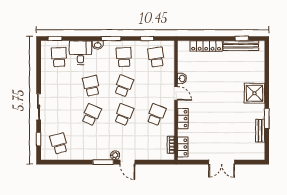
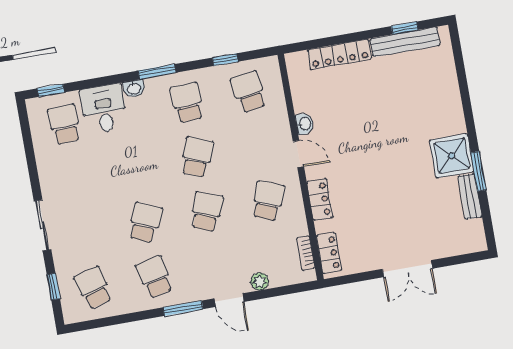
school desk: (91, 86) -> (155, 277), moved
shower: (254, 93) -> (452, 156), moved
plant: (115, 155) -> (260, 282), moved

